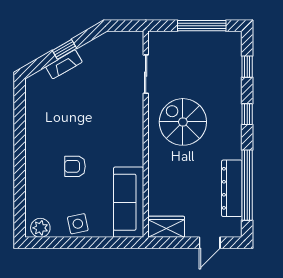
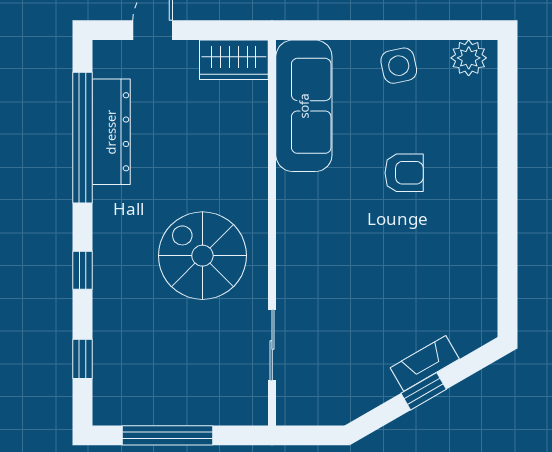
spiral stairs: (183, 122) -> (202, 256), turned 180

